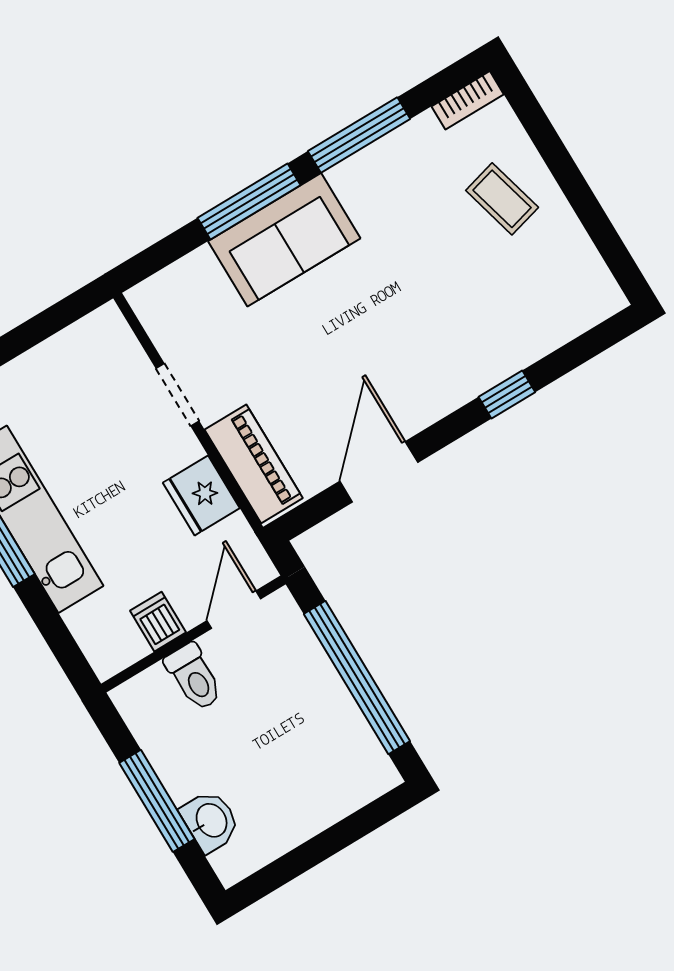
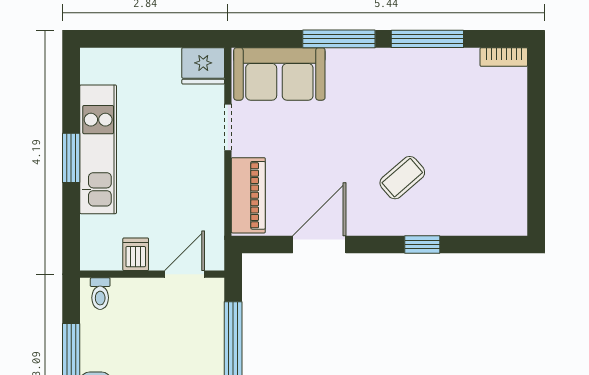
coffee table: (502, 199) -> (402, 178), moved, turned 64
sofa: (284, 240) -> (279, 74), moved
fridge: (201, 495) -> (203, 66), moved, turned -90
toilet: (194, 677) -> (100, 294), moved, width x0.73, depth x0.72

